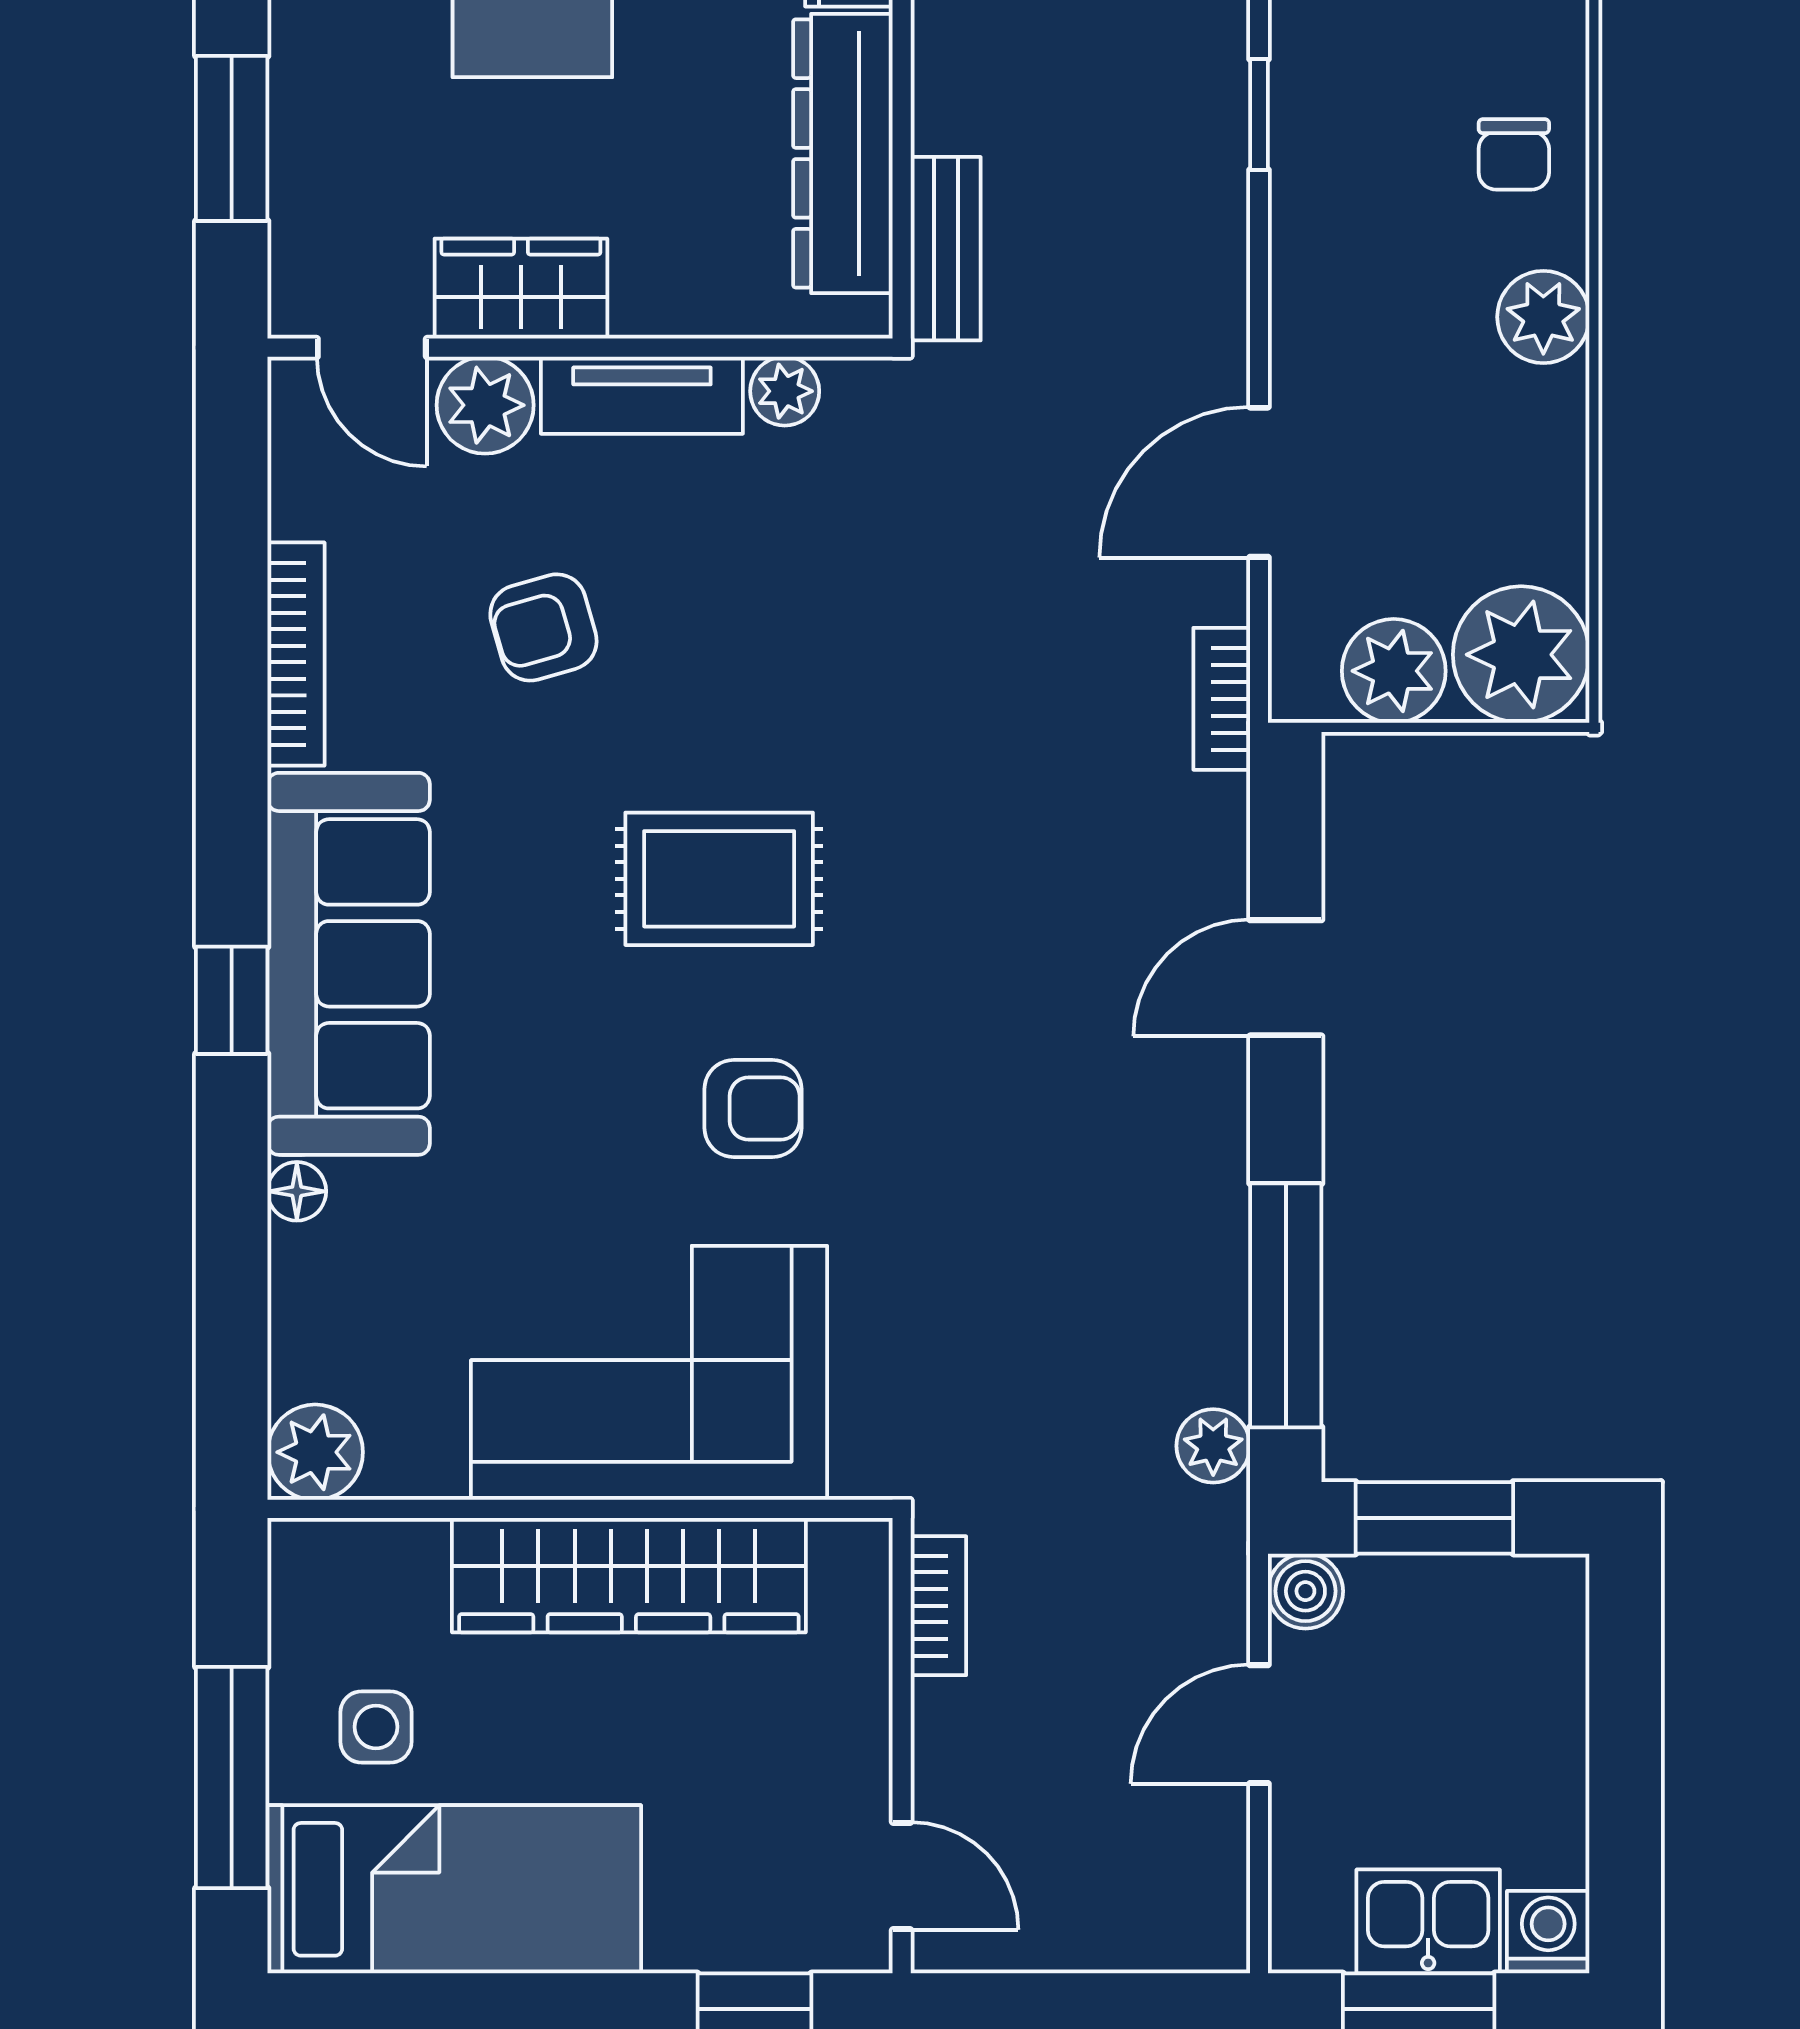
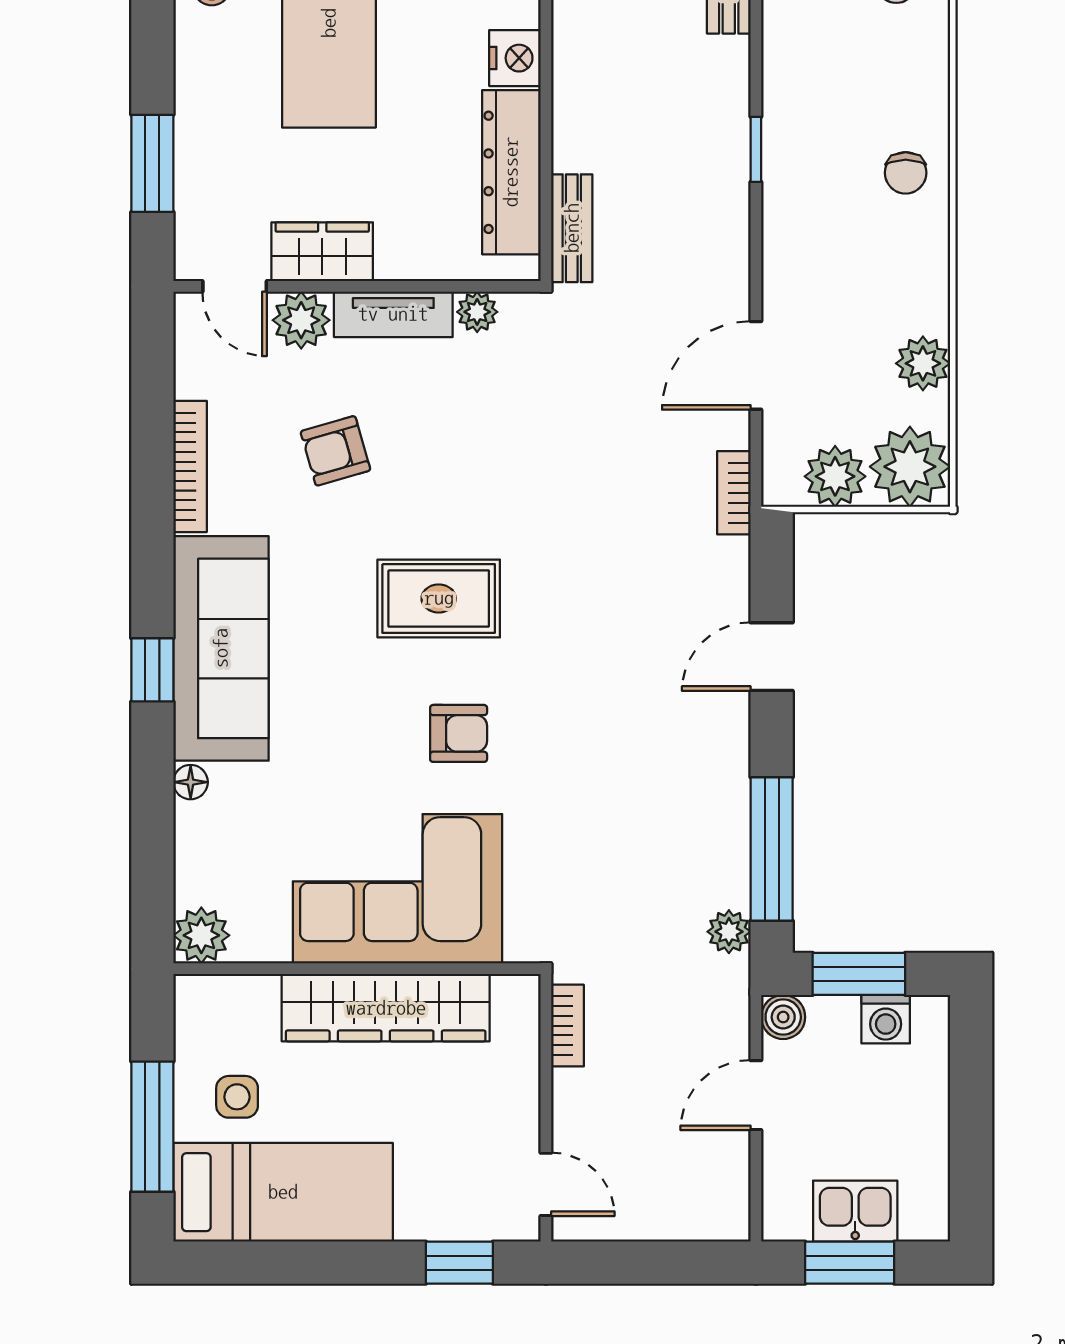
plant: (1543, 317) -> (923, 363), moved
washing machine: (1548, 1932) -> (886, 1019), moved, turned 180

